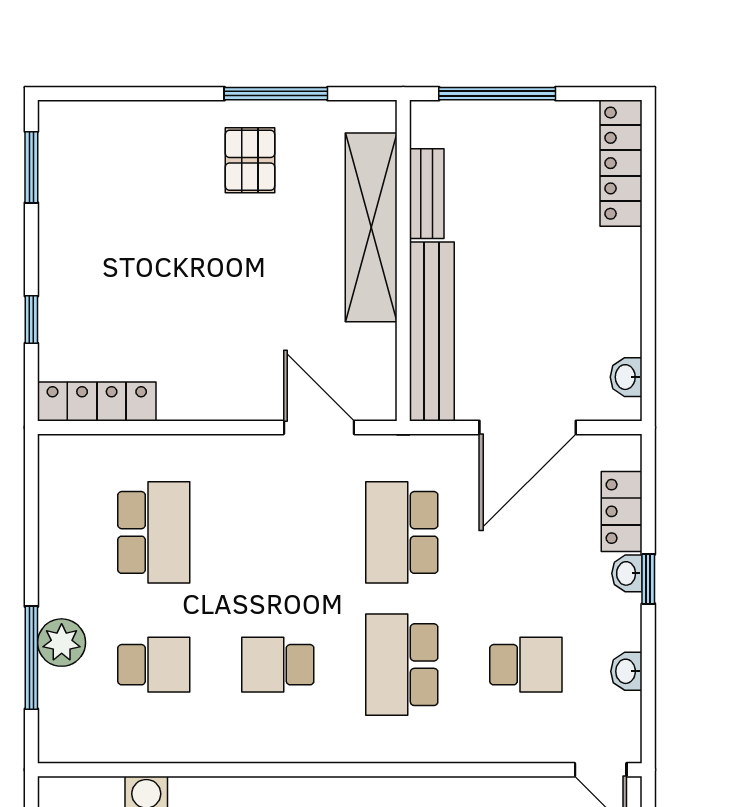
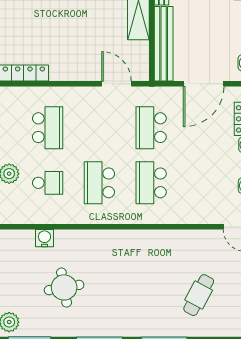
school desk: (278, 665) -> (99, 183), width x1.85
school desk: (526, 665) -> (203, 183), removed

